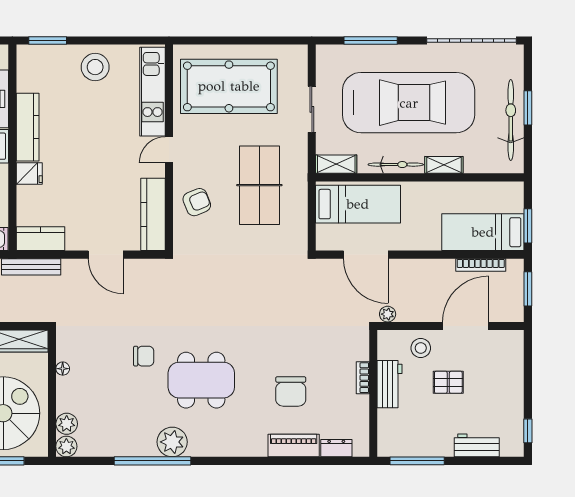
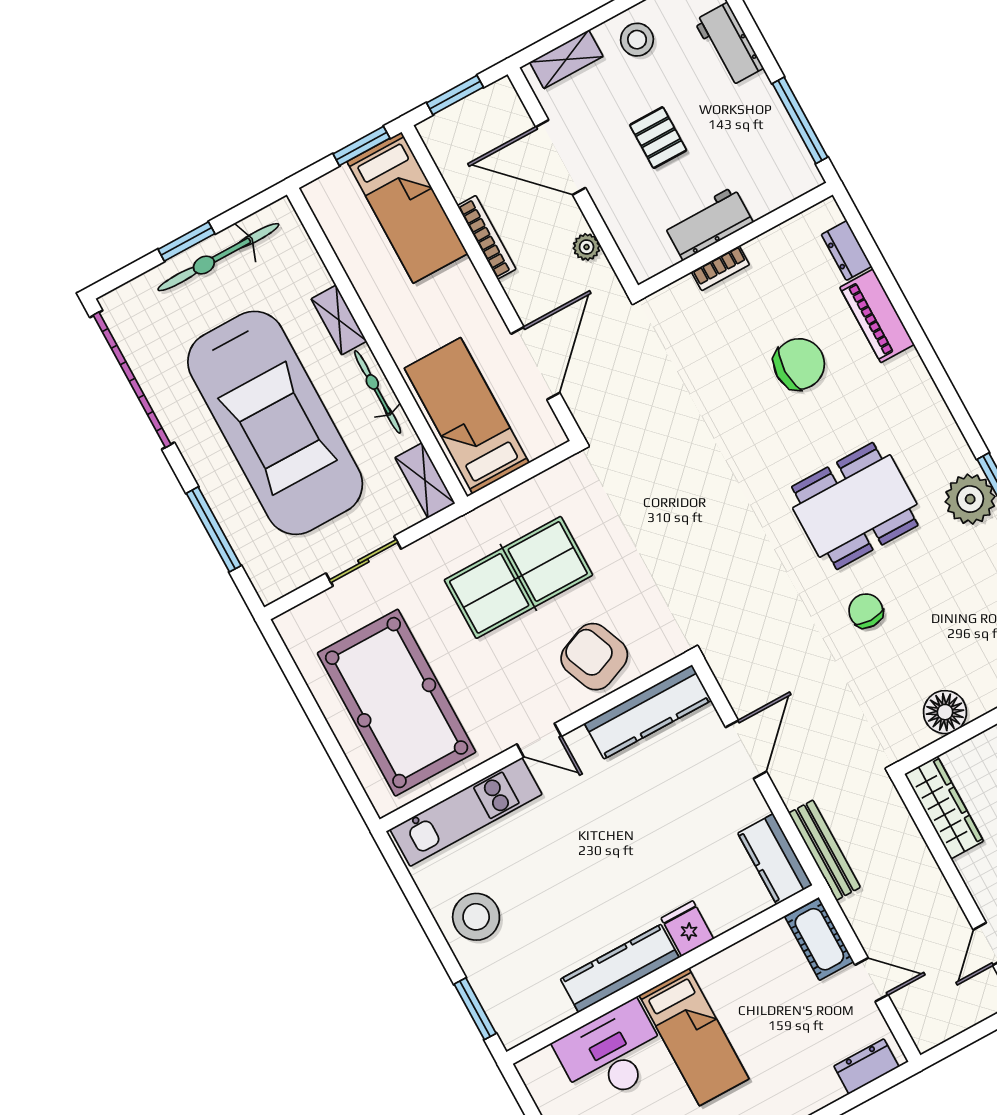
car: (409, 103) -> (275, 423), turned 180
armchair: (197, 202) -> (594, 657), width x1.38, depth x1.38
bookcase: (481, 265) -> (487, 237), moved
plant: (388, 314) -> (587, 247), moved
stool: (421, 348) -> (637, 40), moved
shelving: (515, 357) -> (566, 59), added
floor lamp: (63, 369) -> (945, 712), width x1.89, depth x1.89
dining table: (201, 380) -> (855, 506), turned 90

